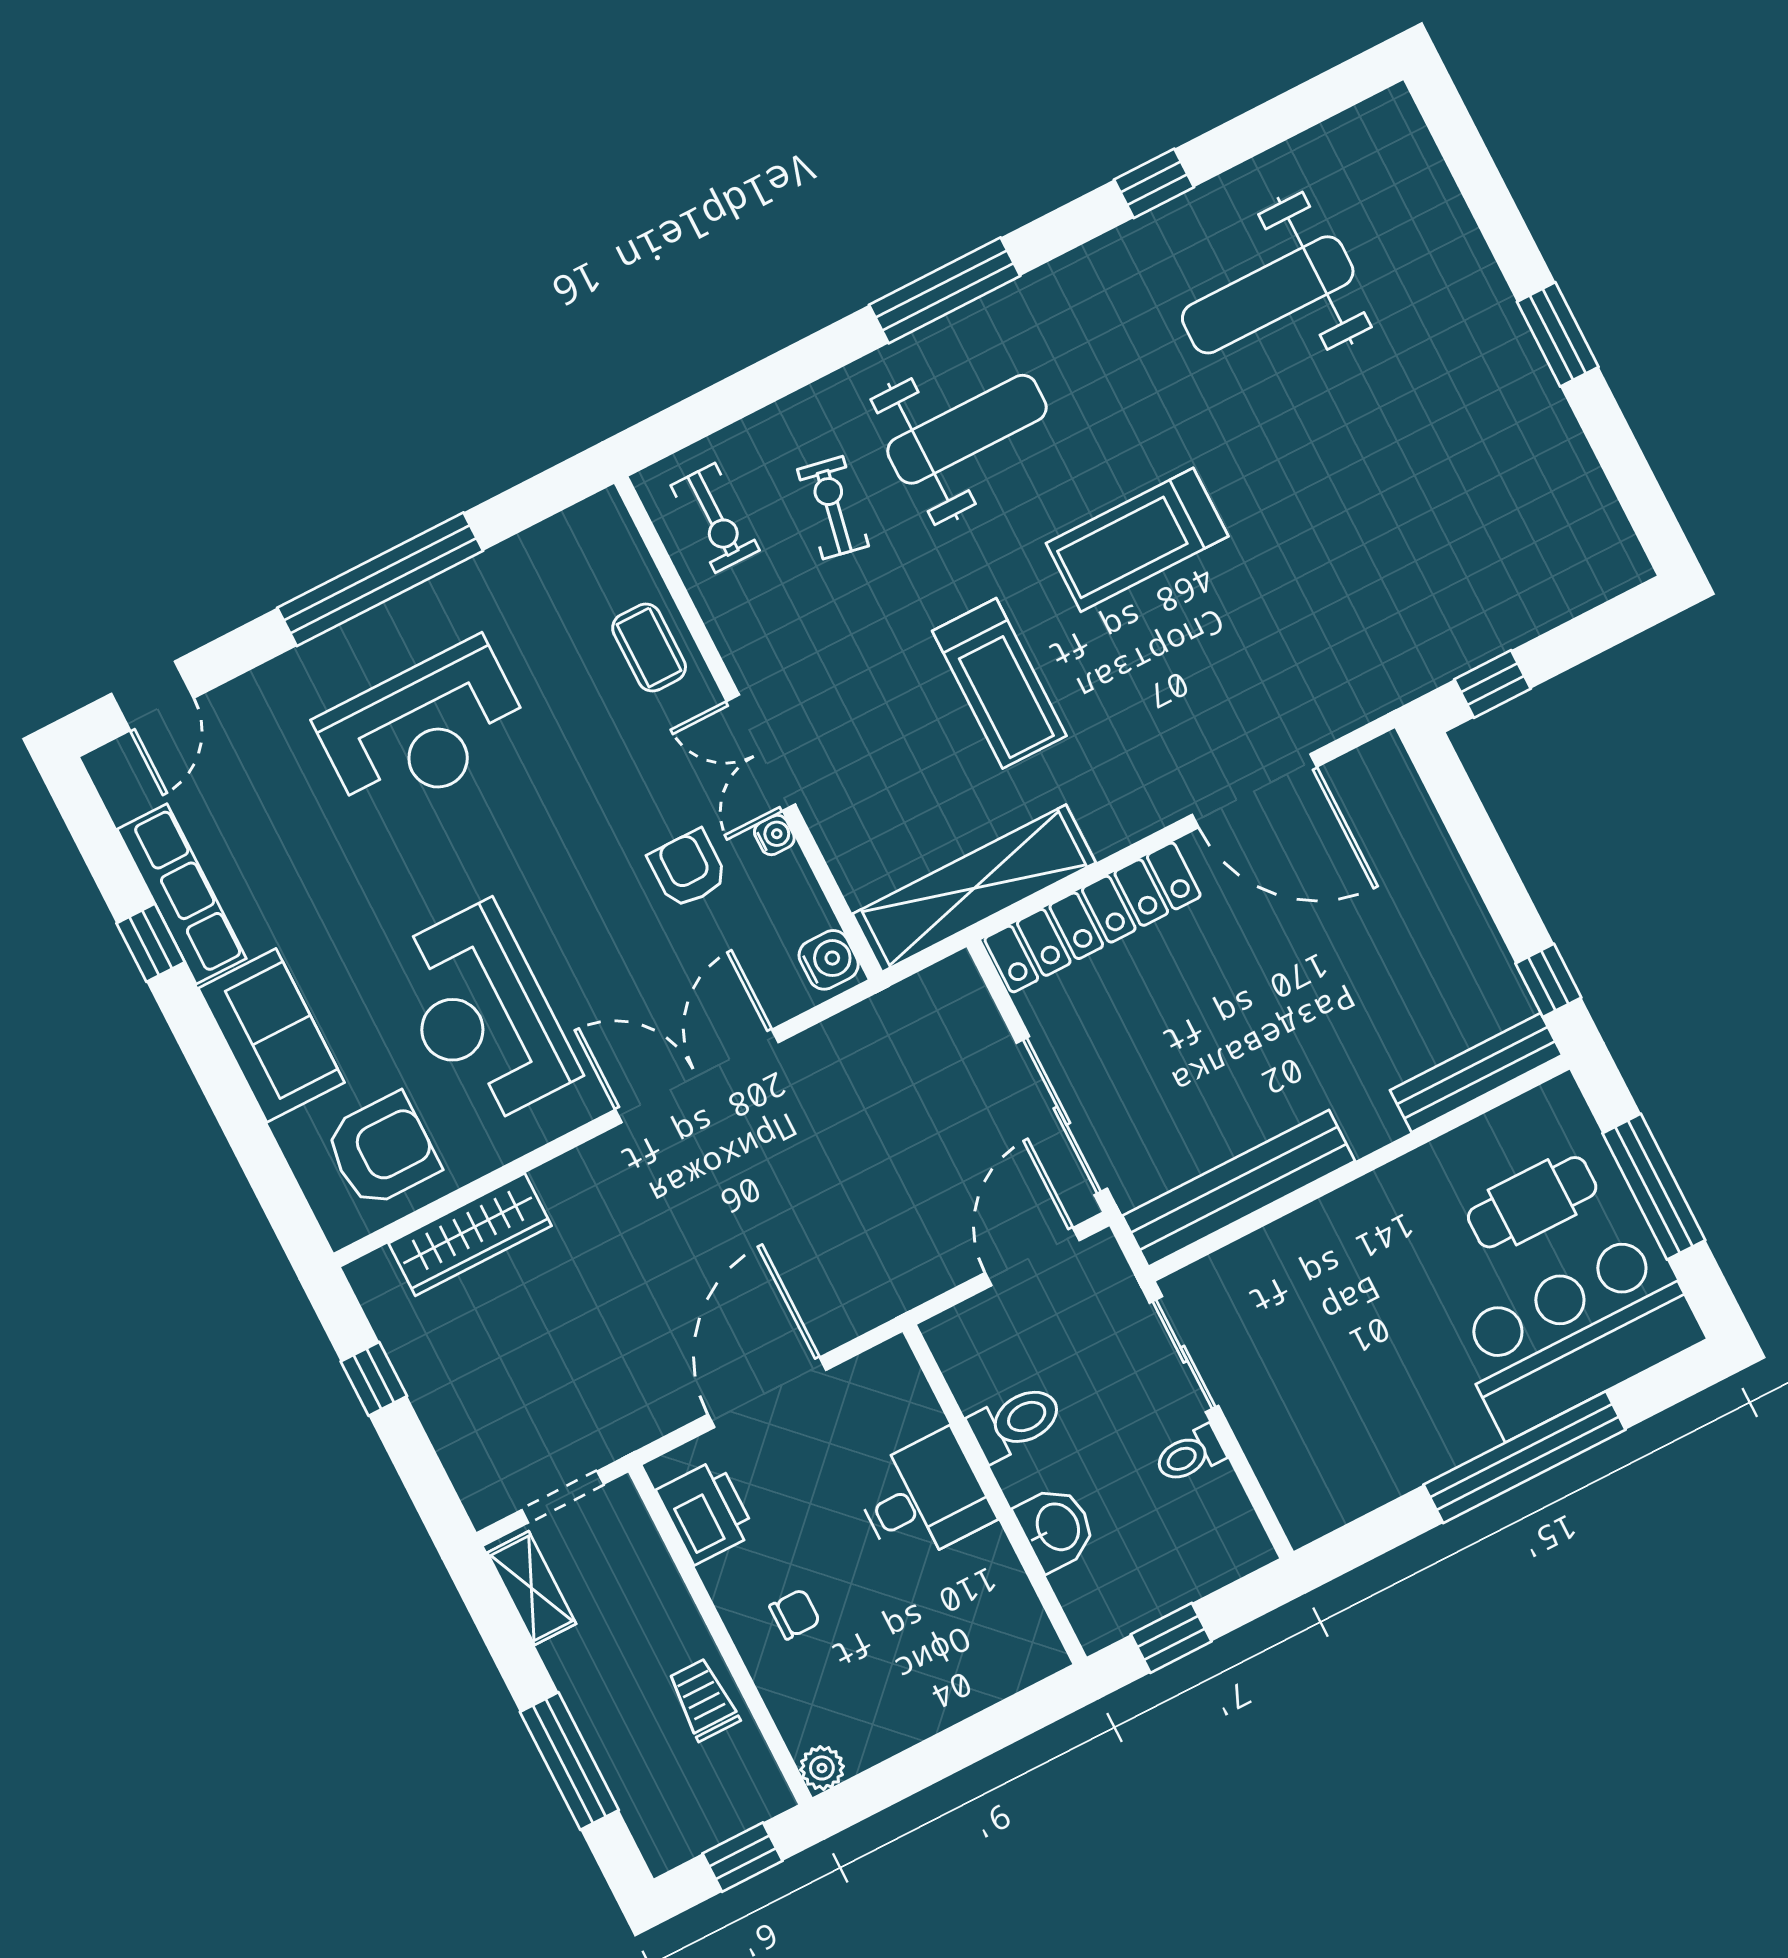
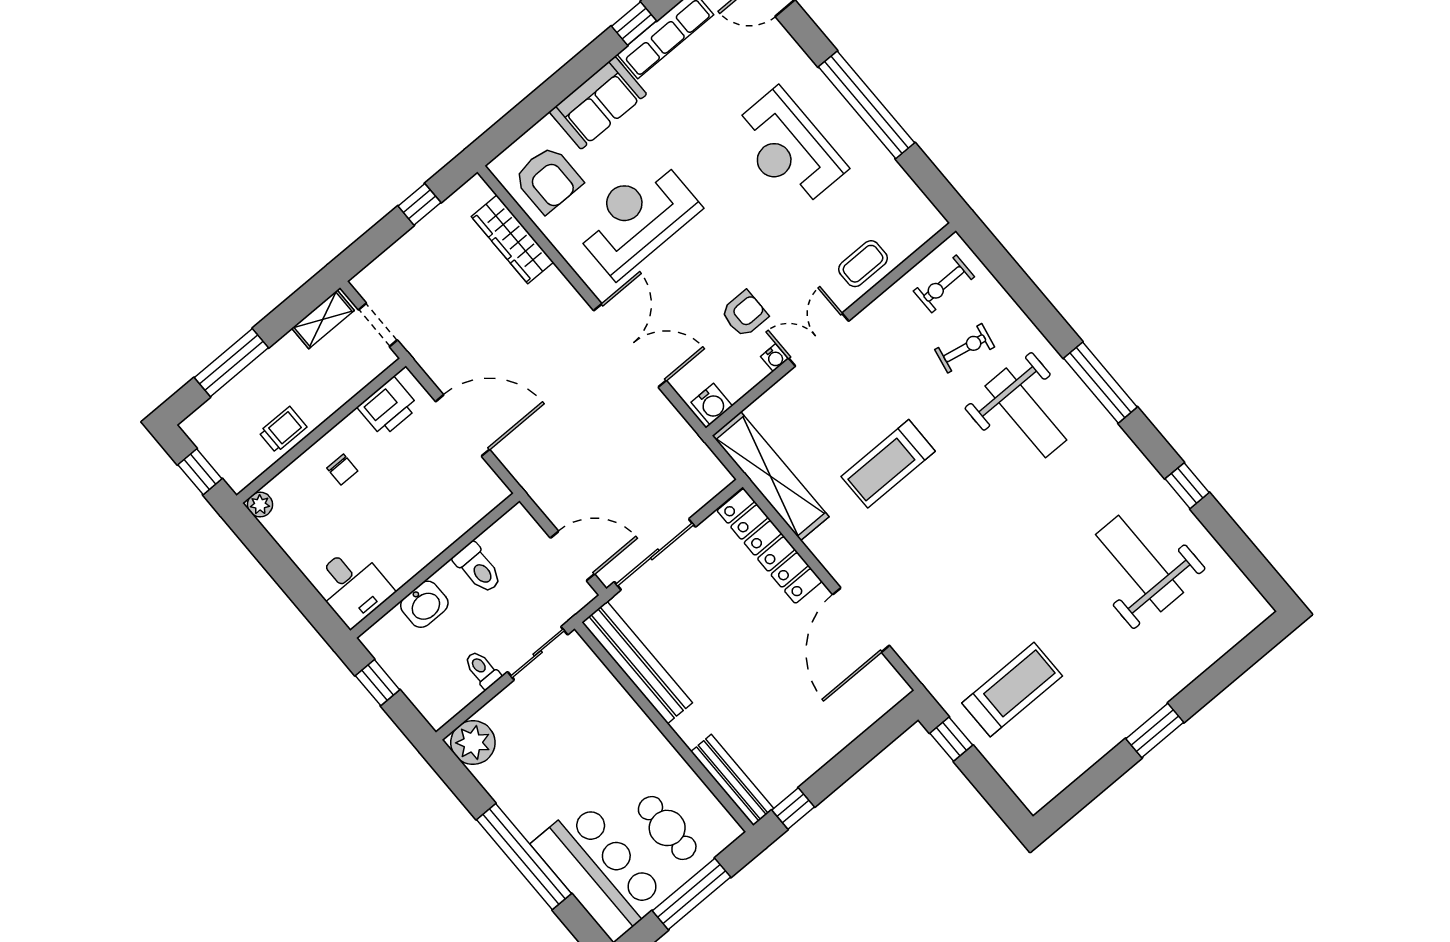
treadmill: (1137, 540) -> (1012, 689), moved, turned 90
desk: (923, 1498) -> (352, 586), moved
plant: (1310, 1499) -> (473, 743), added

